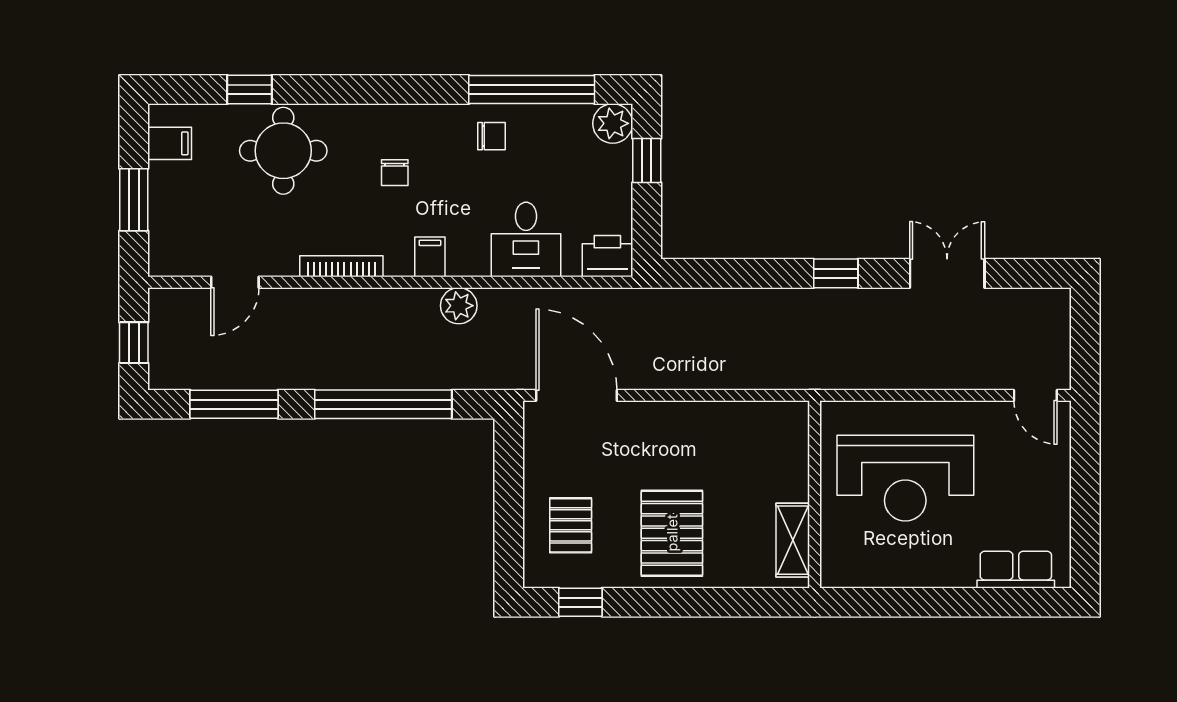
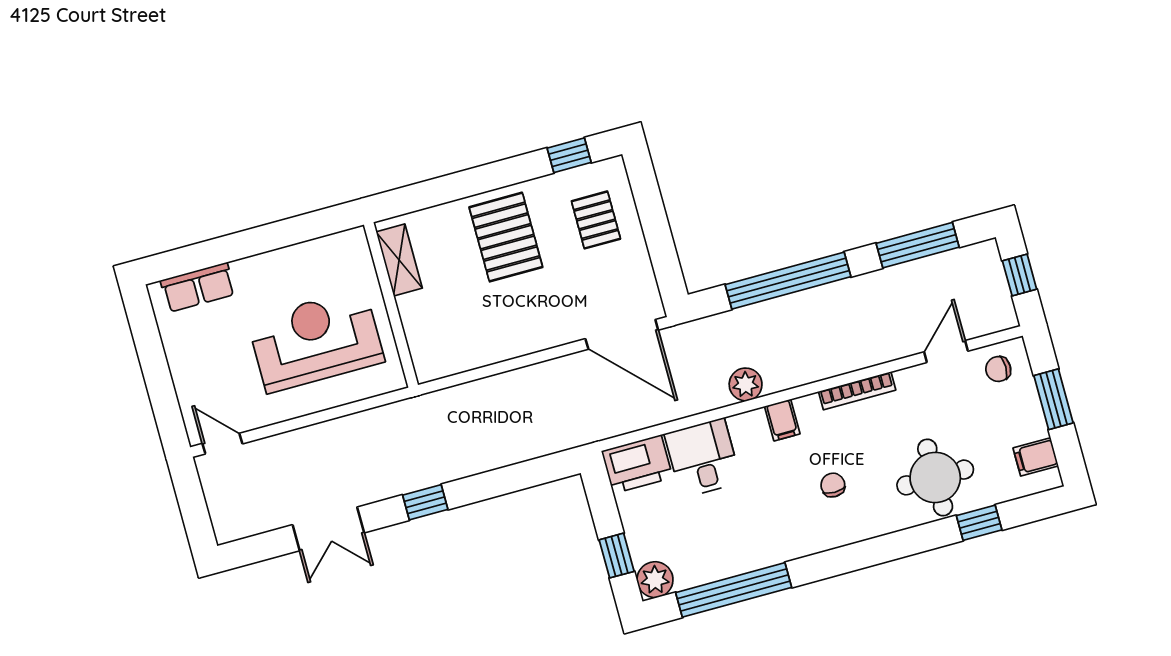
chair: (492, 136) -> (998, 369), moved
printer: (607, 256) -> (637, 464), width x1.37, depth x1.19

